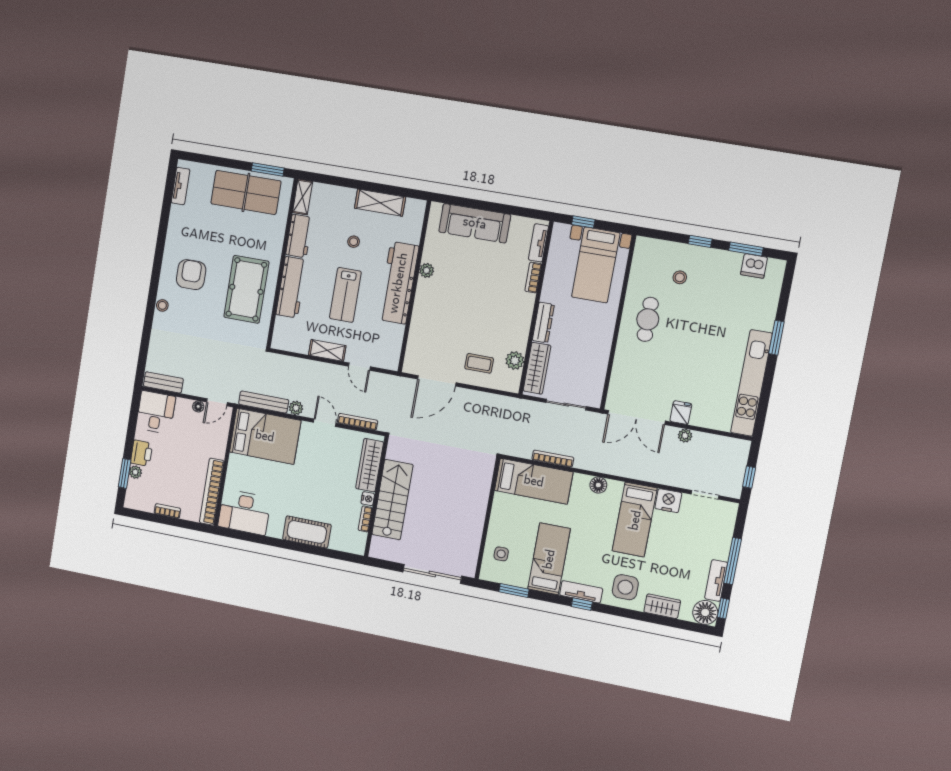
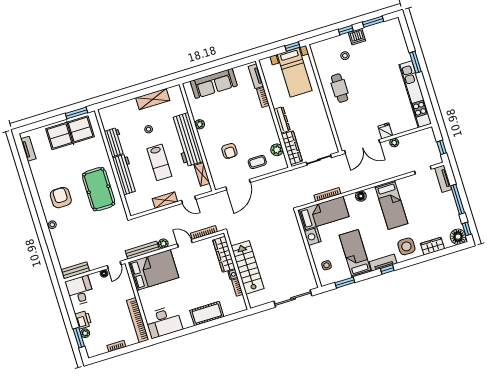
shelving: (303, 197) -> (202, 174), moved
window: (583, 222) -> (292, 47), moved
dishwasher: (754, 266) -> (357, 37), moved
armchair: (449, 328) -> (229, 151), added
nightstand: (668, 501) -> (313, 236), moved, turned -90
tv unit: (716, 580) -> (443, 179), moved

